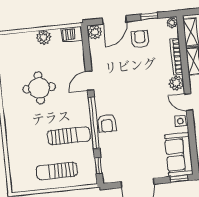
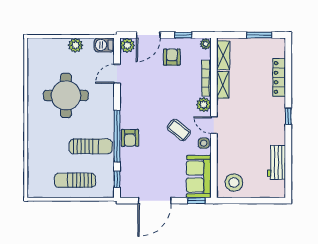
door: (90, 81) -> (117, 74), moved
round table: (39, 88) -> (66, 95), width x1.36, depth x1.36
coffee table: (154, 111) -> (179, 130), added

